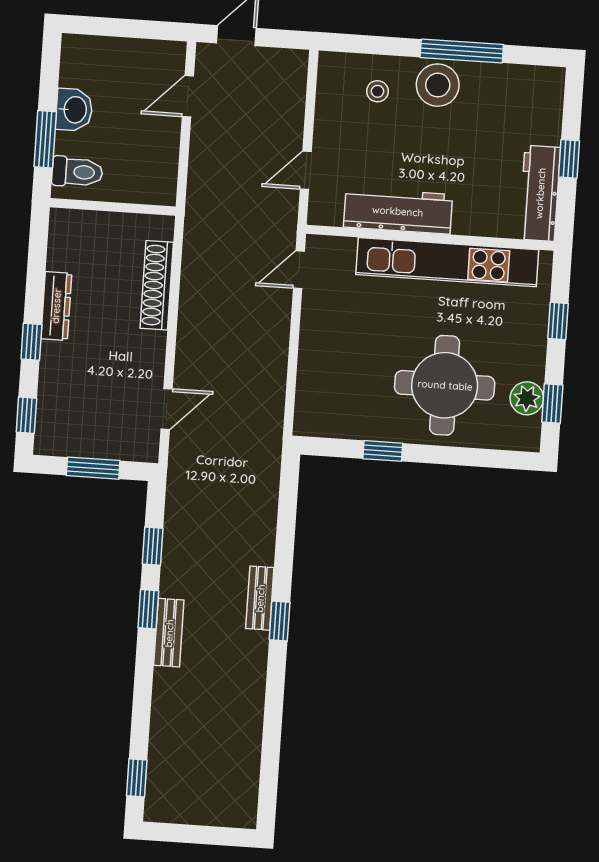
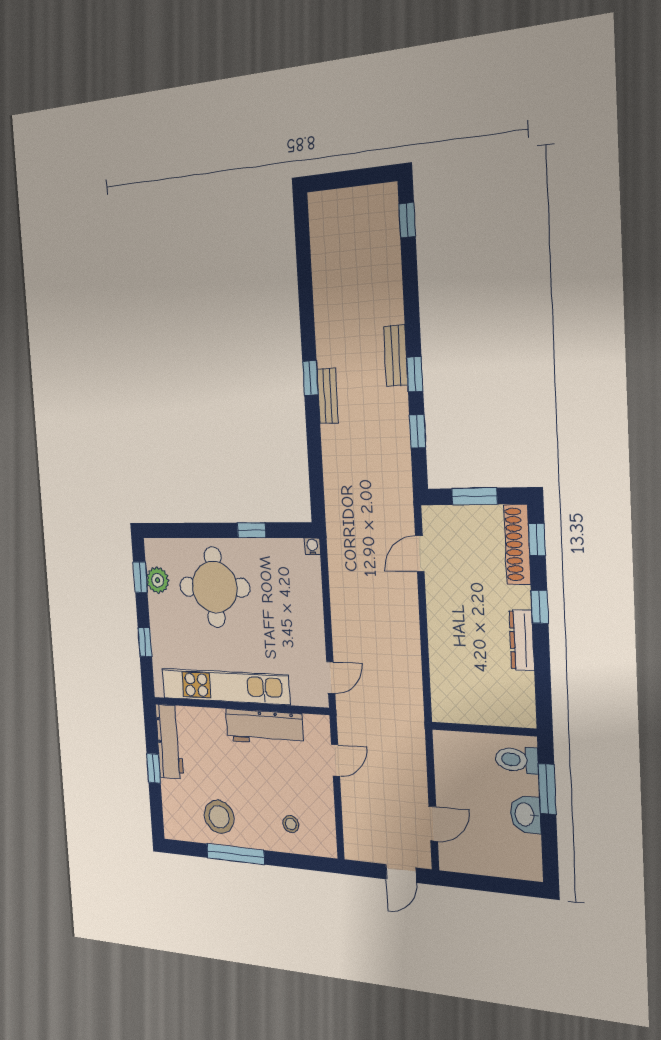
stool: (438, 85) -> (219, 817), moved
shoe rack: (157, 285) -> (517, 544), moved, turned 180
water cooler: (303, 426) -> (312, 546), added

